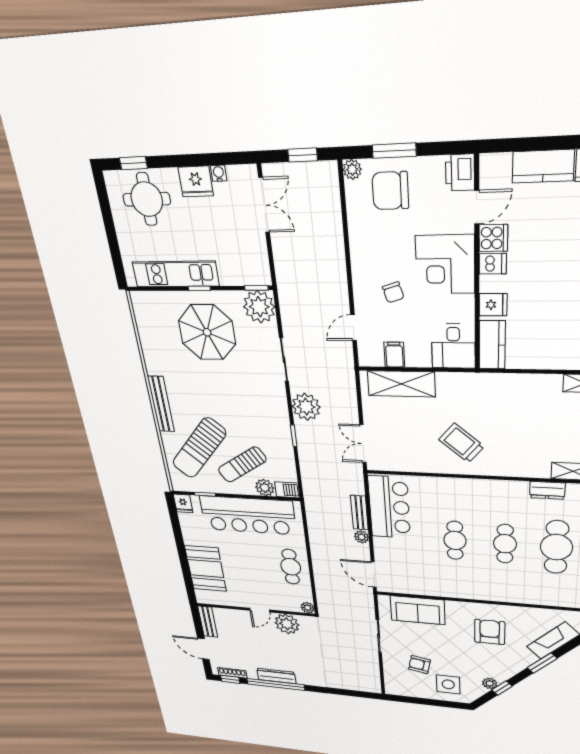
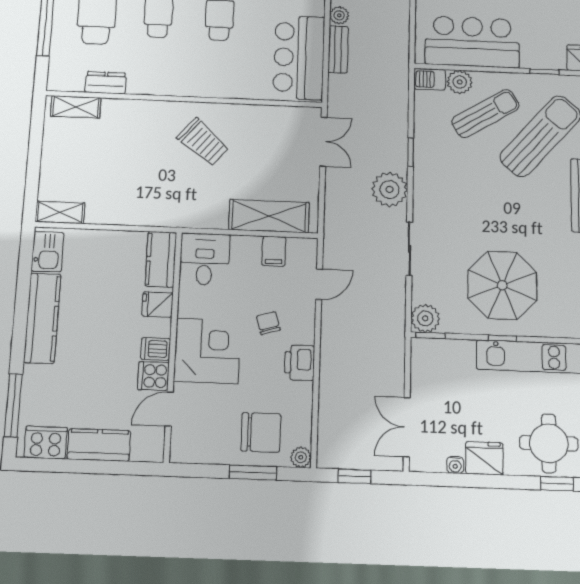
printer: (460, 173) -> (299, 363), moved, turned 180
plant: (259, 307) -> (425, 318), width x0.73, depth x0.73
bar counter: (248, 515) -> (472, 42), width x0.73

